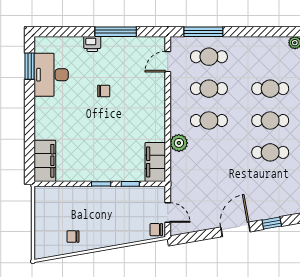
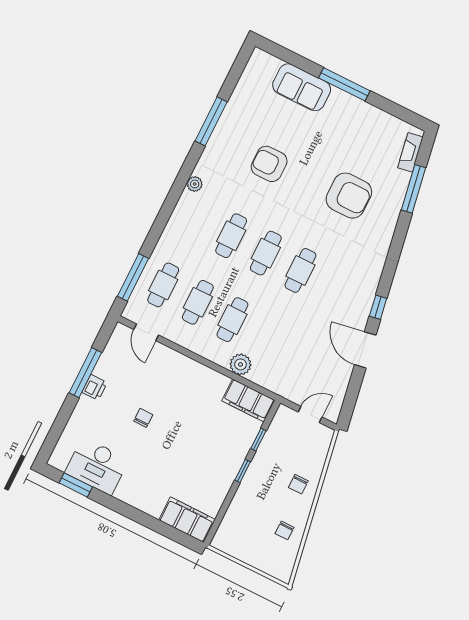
printer: (92, 44) -> (95, 387), moved
chair: (156, 230) -> (298, 484), moved

